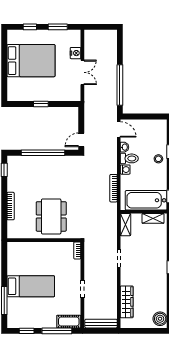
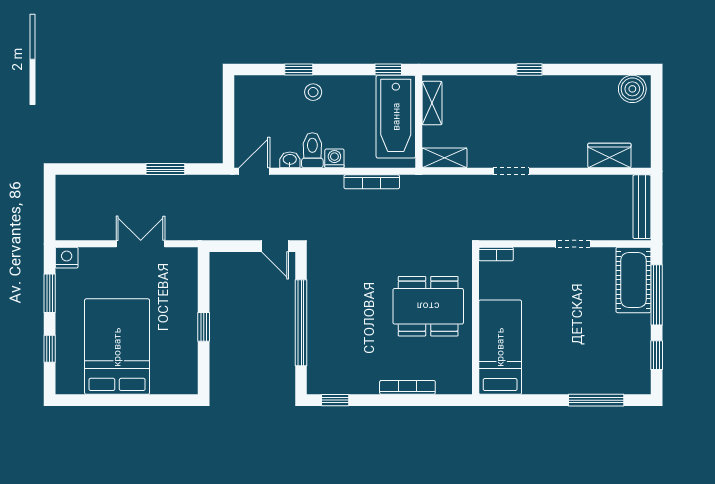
nightstand: (76, 53) -> (67, 258), moved
window: (120, 85) -> (165, 169), width x0.47
bed: (31, 286) -> (500, 347), moved
wardrobe: (127, 302) -> (609, 156), width x0.67
cot: (69, 322) -> (634, 280), width x1.37, depth x1.34

